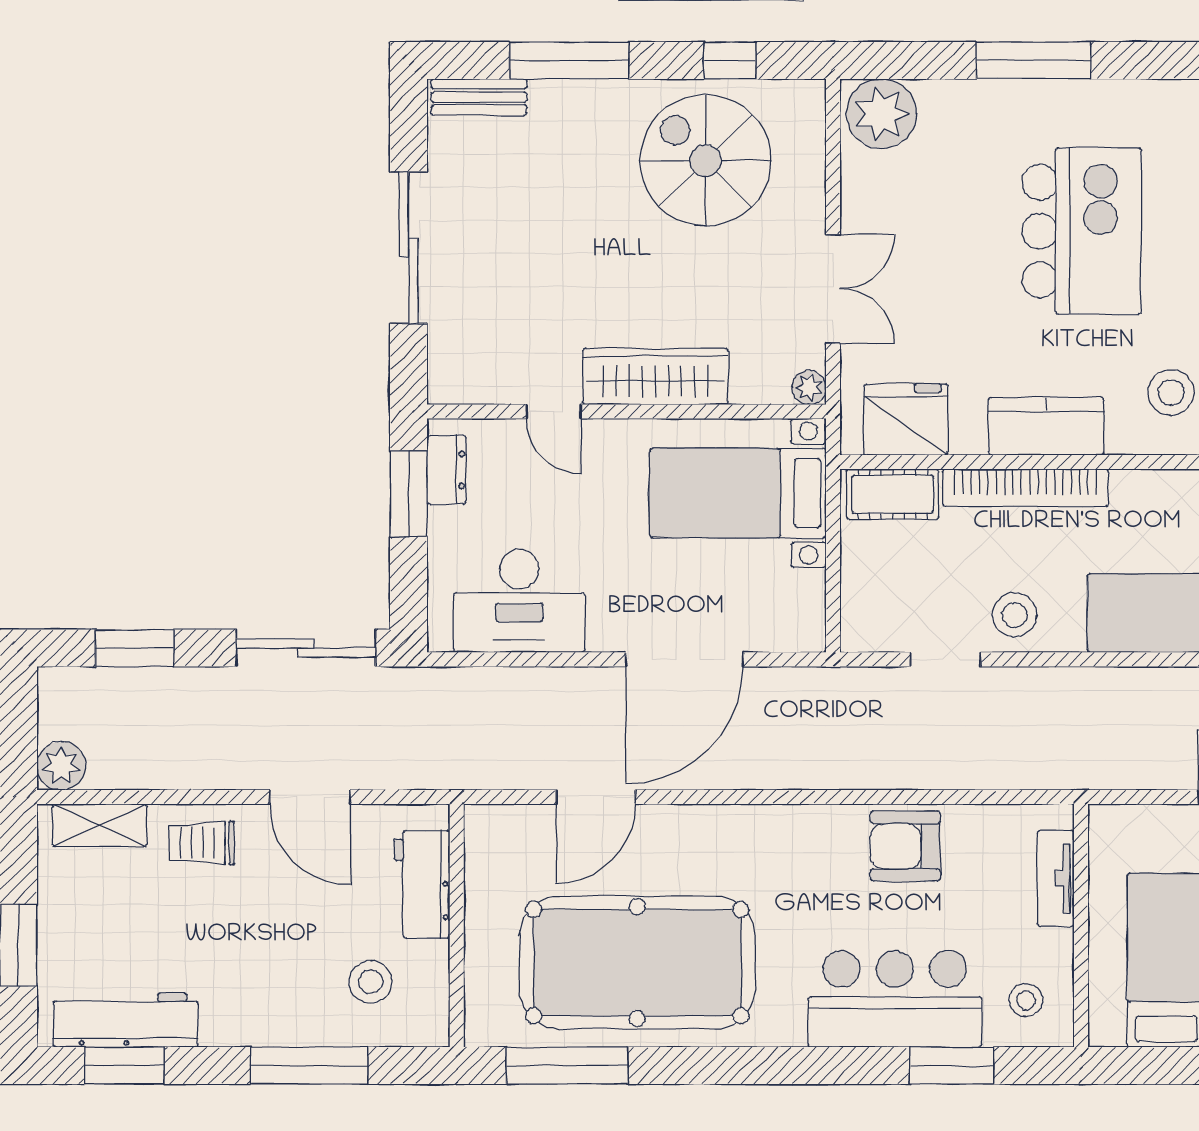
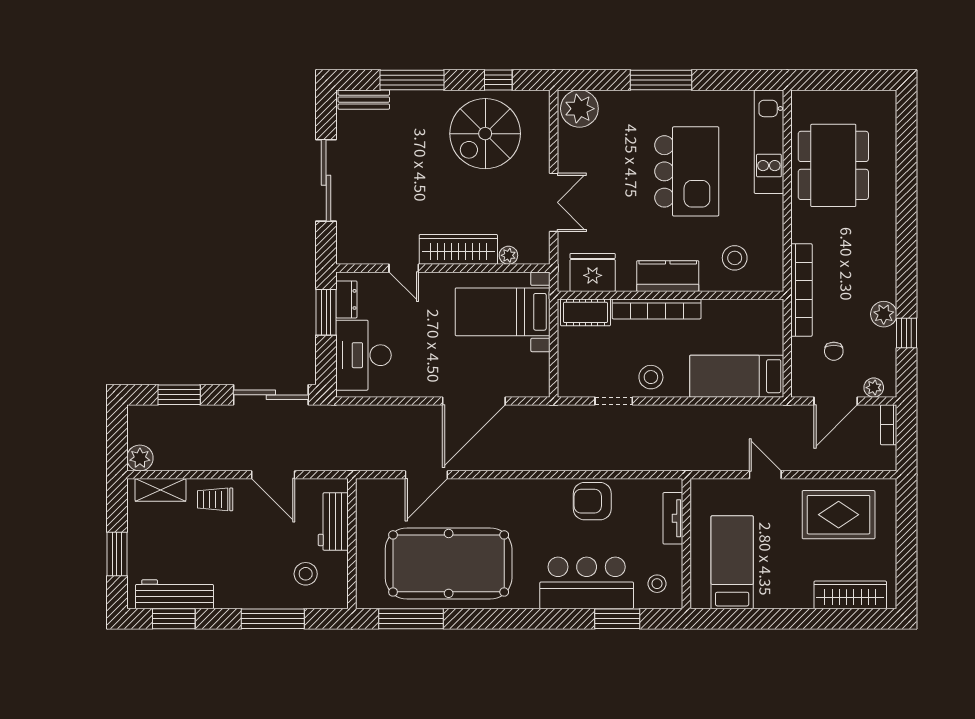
spiral stairs: (705, 160) -> (485, 134), turned -90
plant: (809, 388) -> (508, 255), moved
desk: (519, 601) -> (363, 355), moved, turned 90

